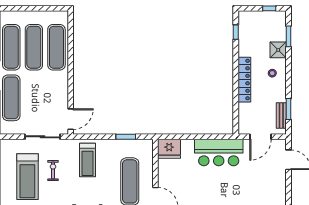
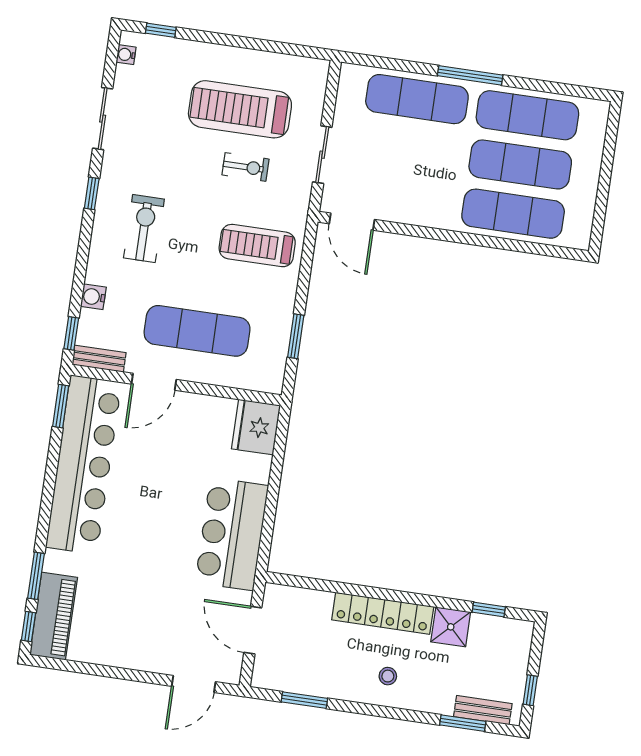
shower: (278, 50) -> (451, 627), moved
bench: (281, 115) -> (483, 710), moved
sliding door: (42, 137) -> (322, 155), width x0.73

